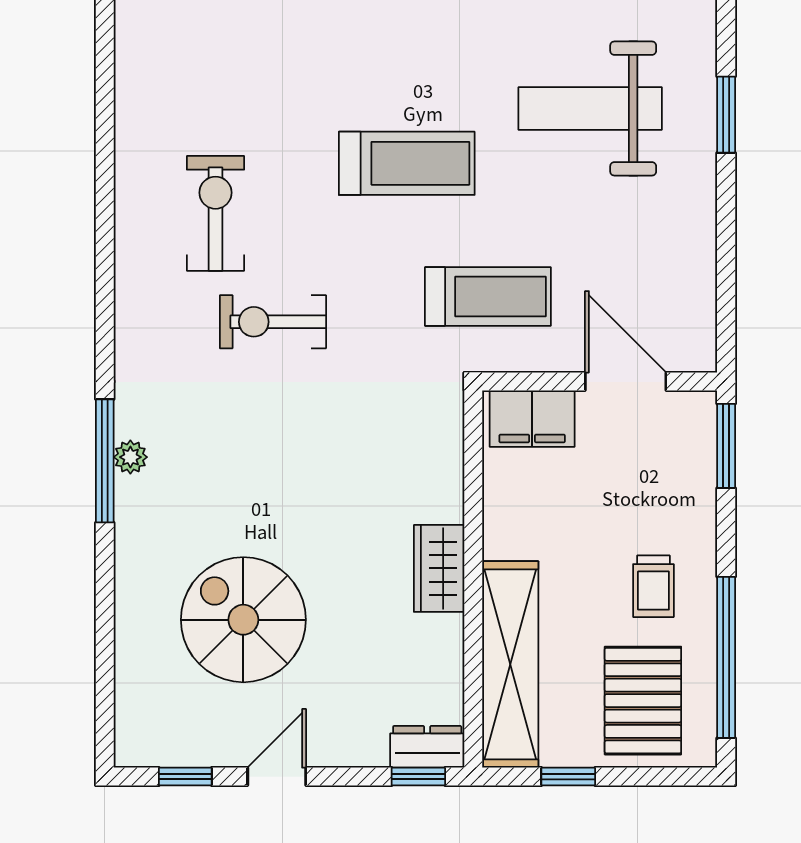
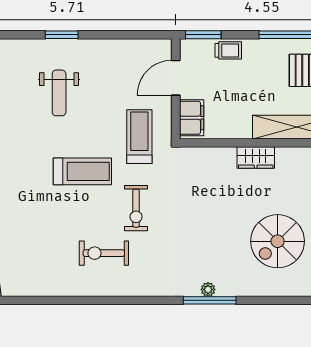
weight bench: (590, 109) -> (59, 93), width x0.73, depth x0.75
treadmill: (407, 163) -> (82, 171), turned 90
exercise bike: (273, 322) -> (136, 208), moved
trolley: (653, 586) -> (228, 50), moved

